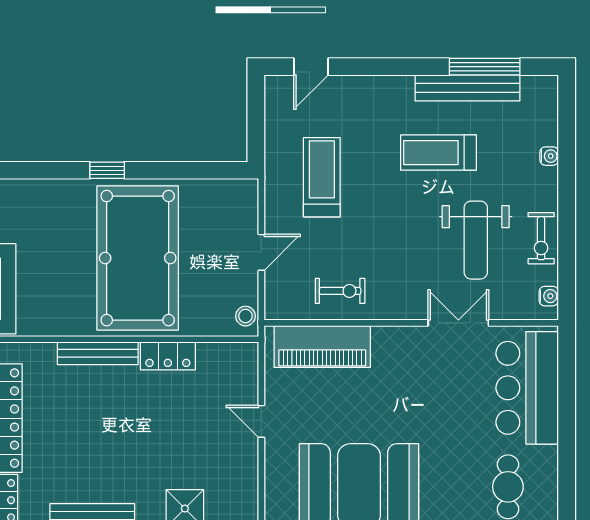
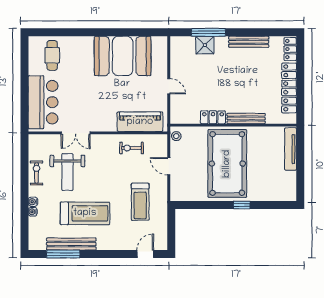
treadmill: (438, 153) -> (85, 213), width x1.37, depth x1.38
weight bench: (476, 240) -> (67, 172), turned 180
door: (261, 252) -> (169, 166), hinge flipped
water cooler: (549, 296) -> (33, 202), moved

